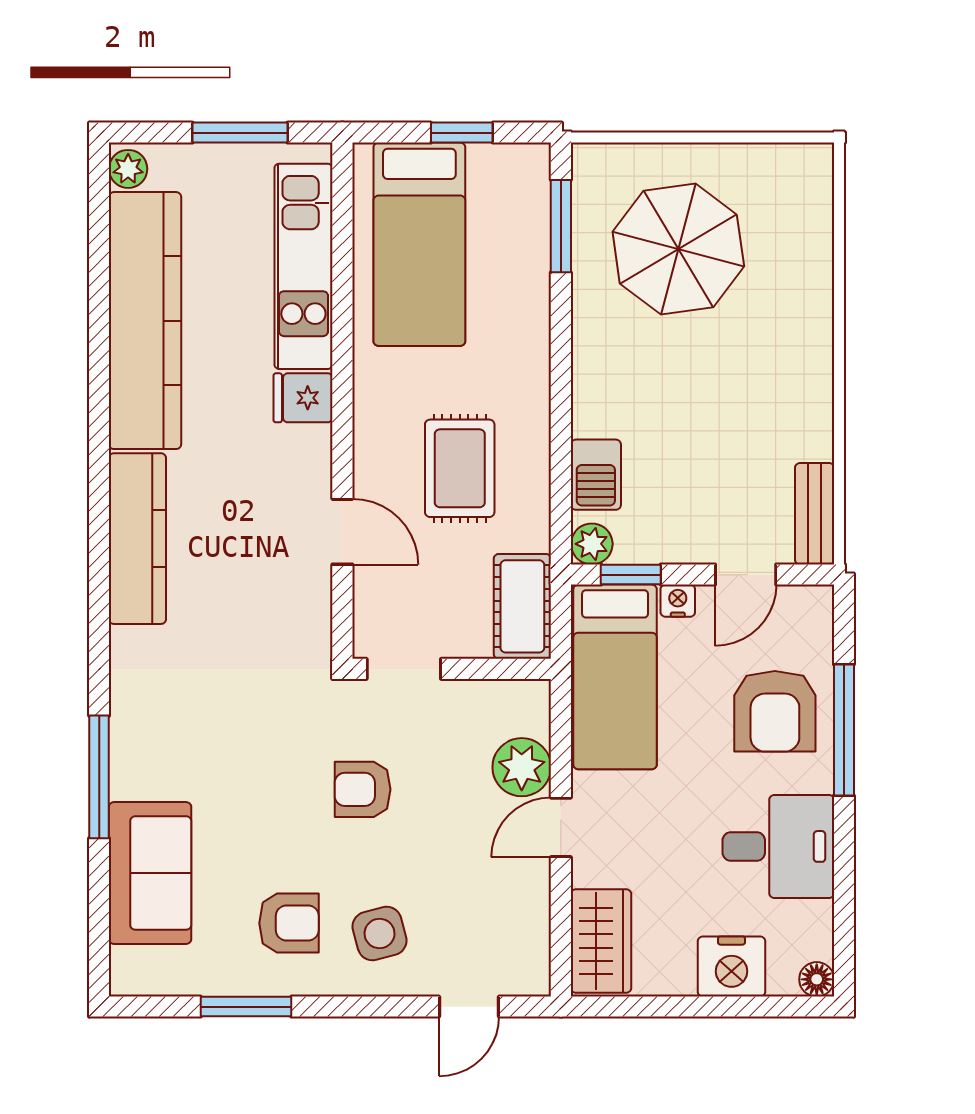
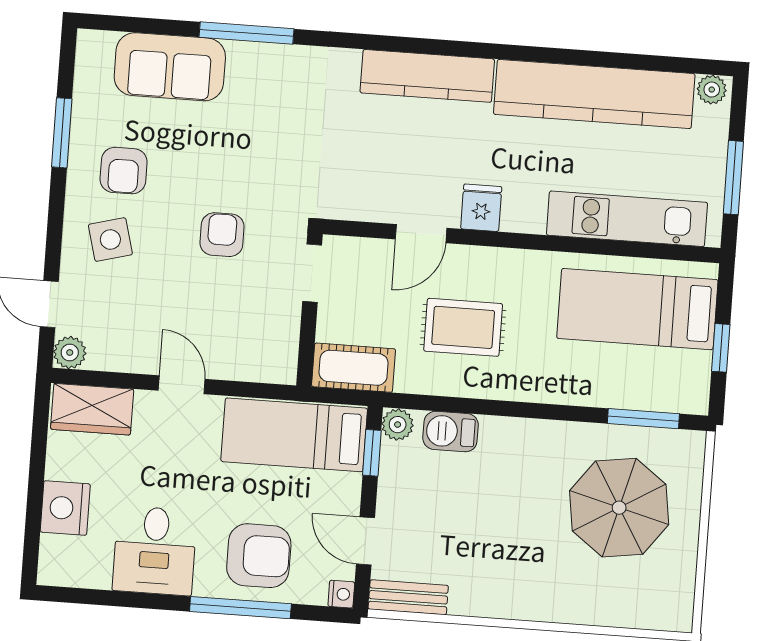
fridge: (303, 398) -> (481, 208), moved
nightstand: (678, 601) -> (341, 594), moved
armchair: (775, 711) -> (259, 556), turned 180
plant: (522, 767) -> (70, 353), moved, width x0.73, depth x0.73
floor lamp: (817, 979) -> (51, 573), removed

